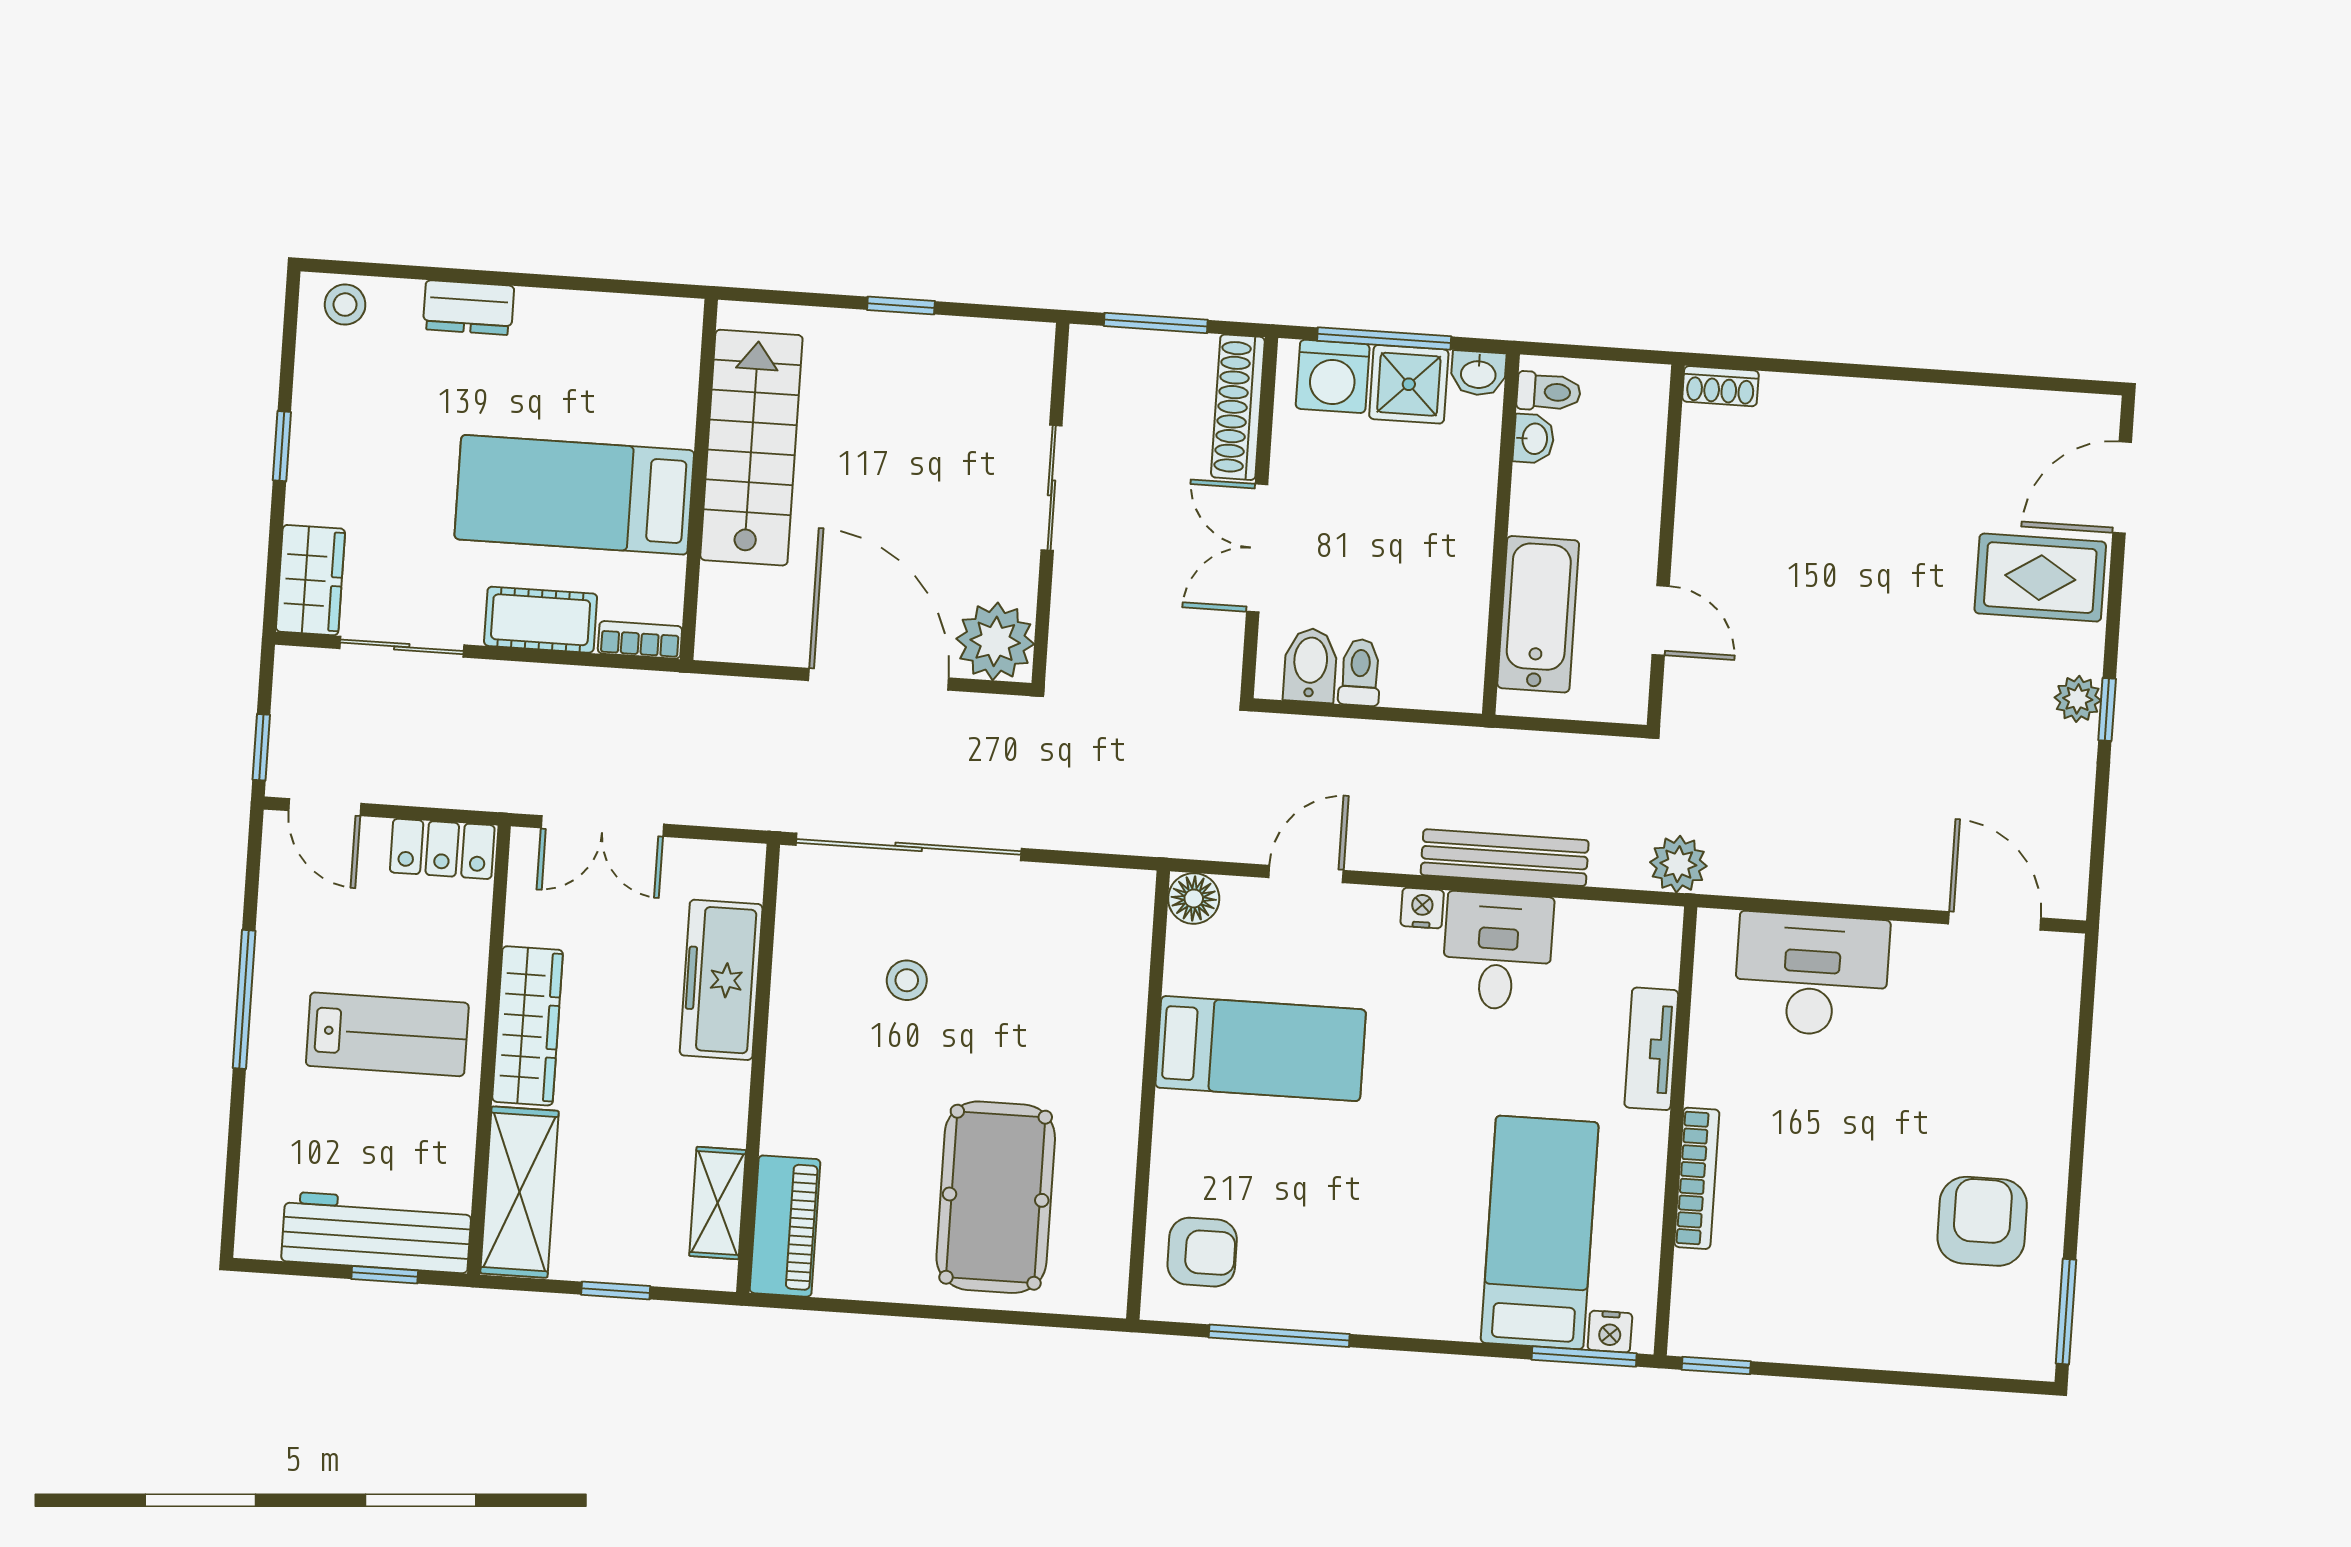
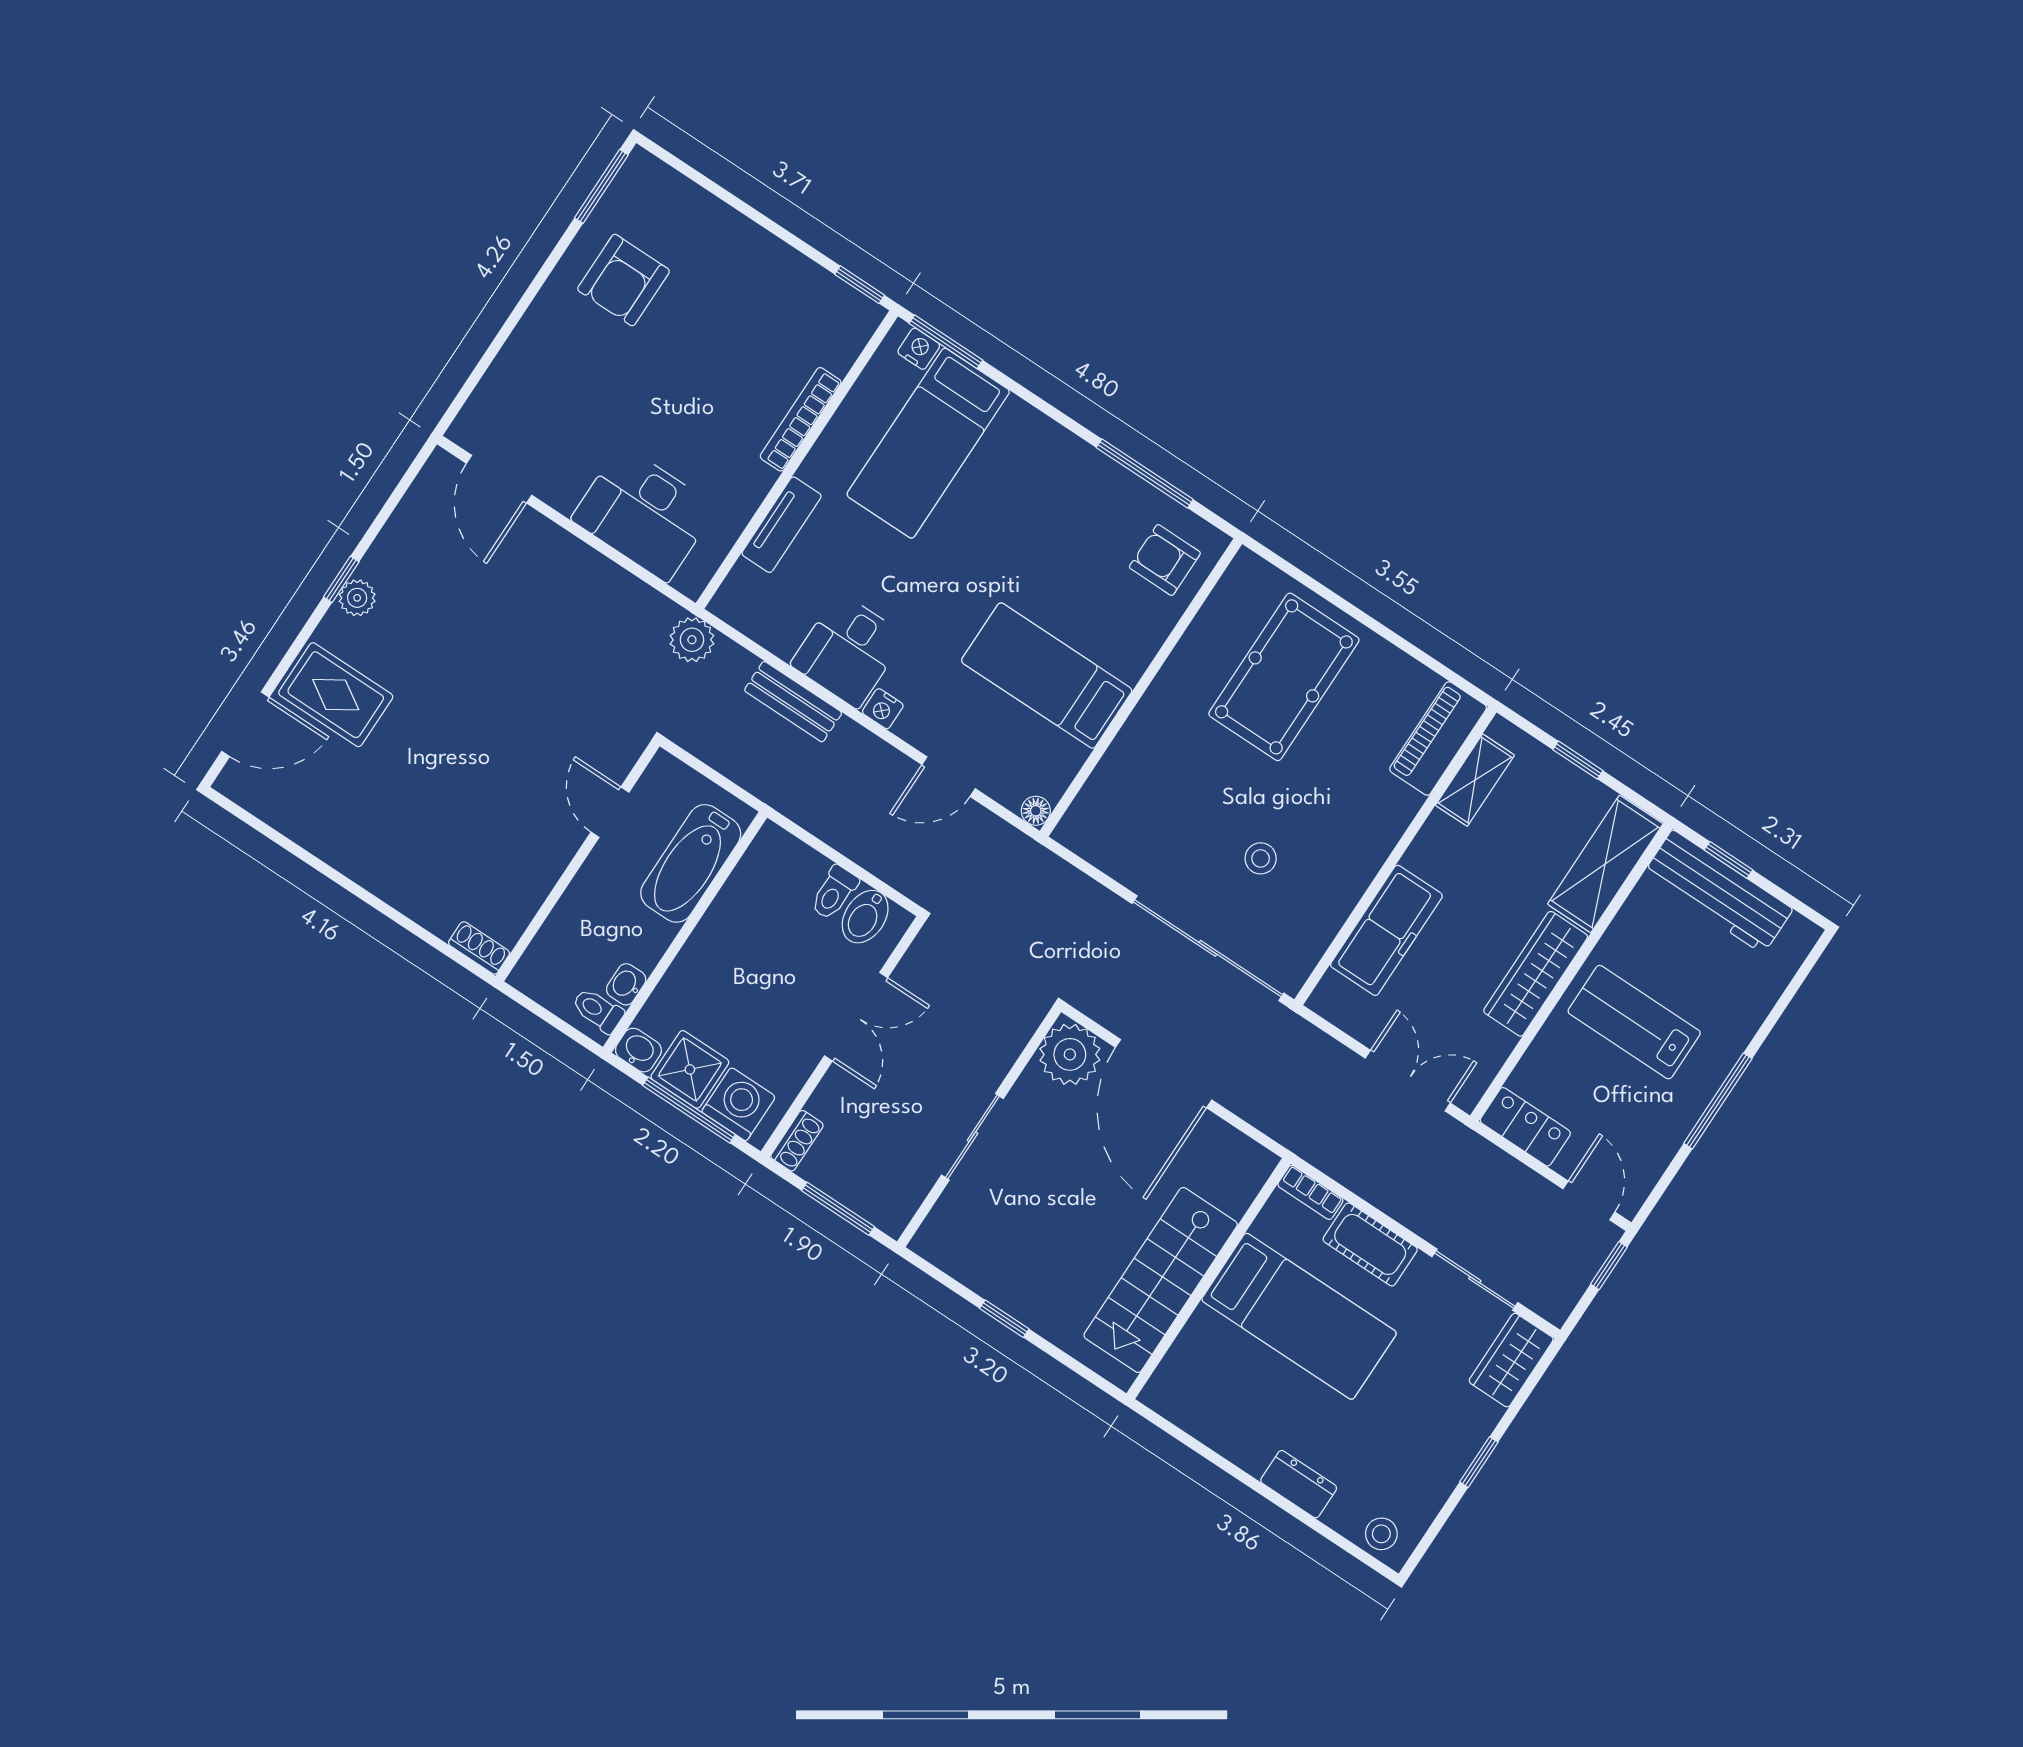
shoe rack: (1238, 407) -> (797, 1141), width x0.51, depth x0.81
bench: (1505, 858) -> (793, 702), width x0.73
floor lamp: (1194, 898) -> (1036, 811), width x0.73, depth x0.73

